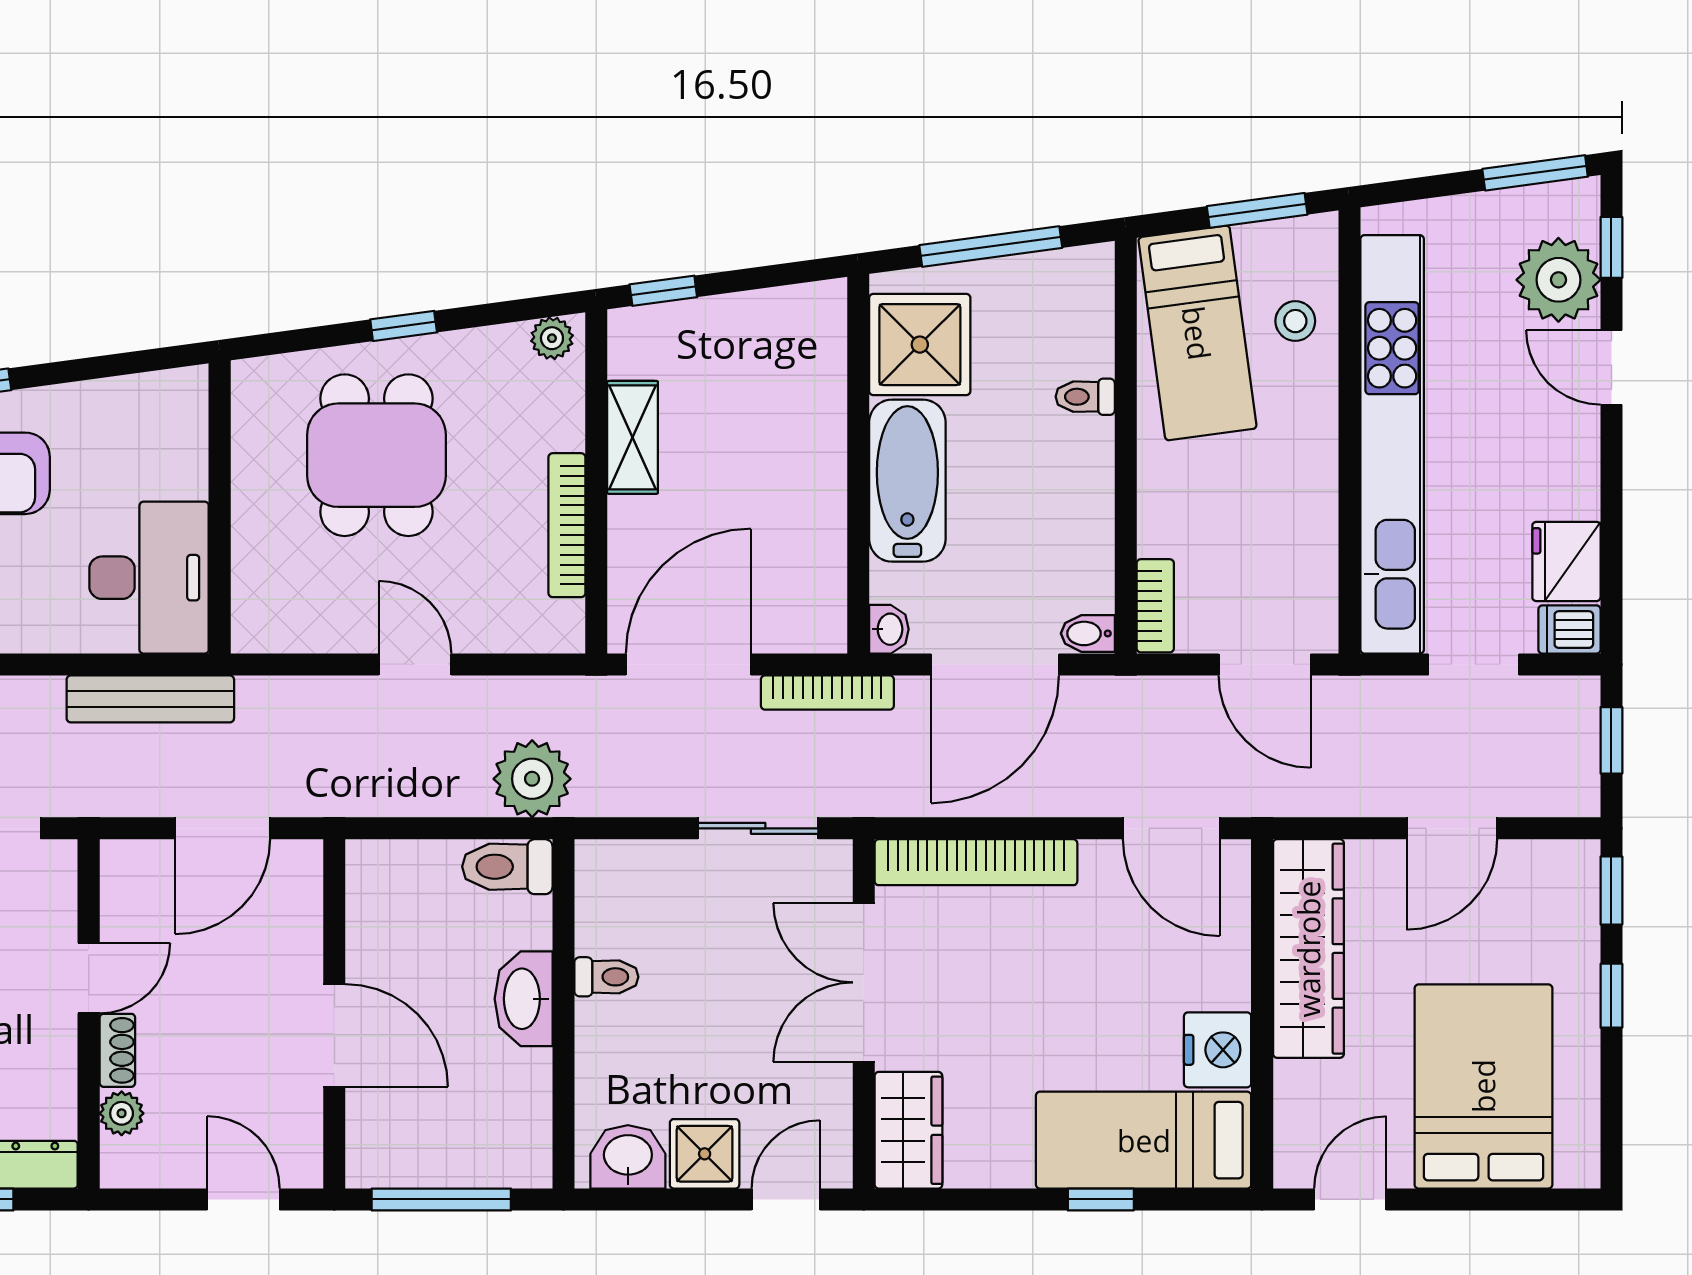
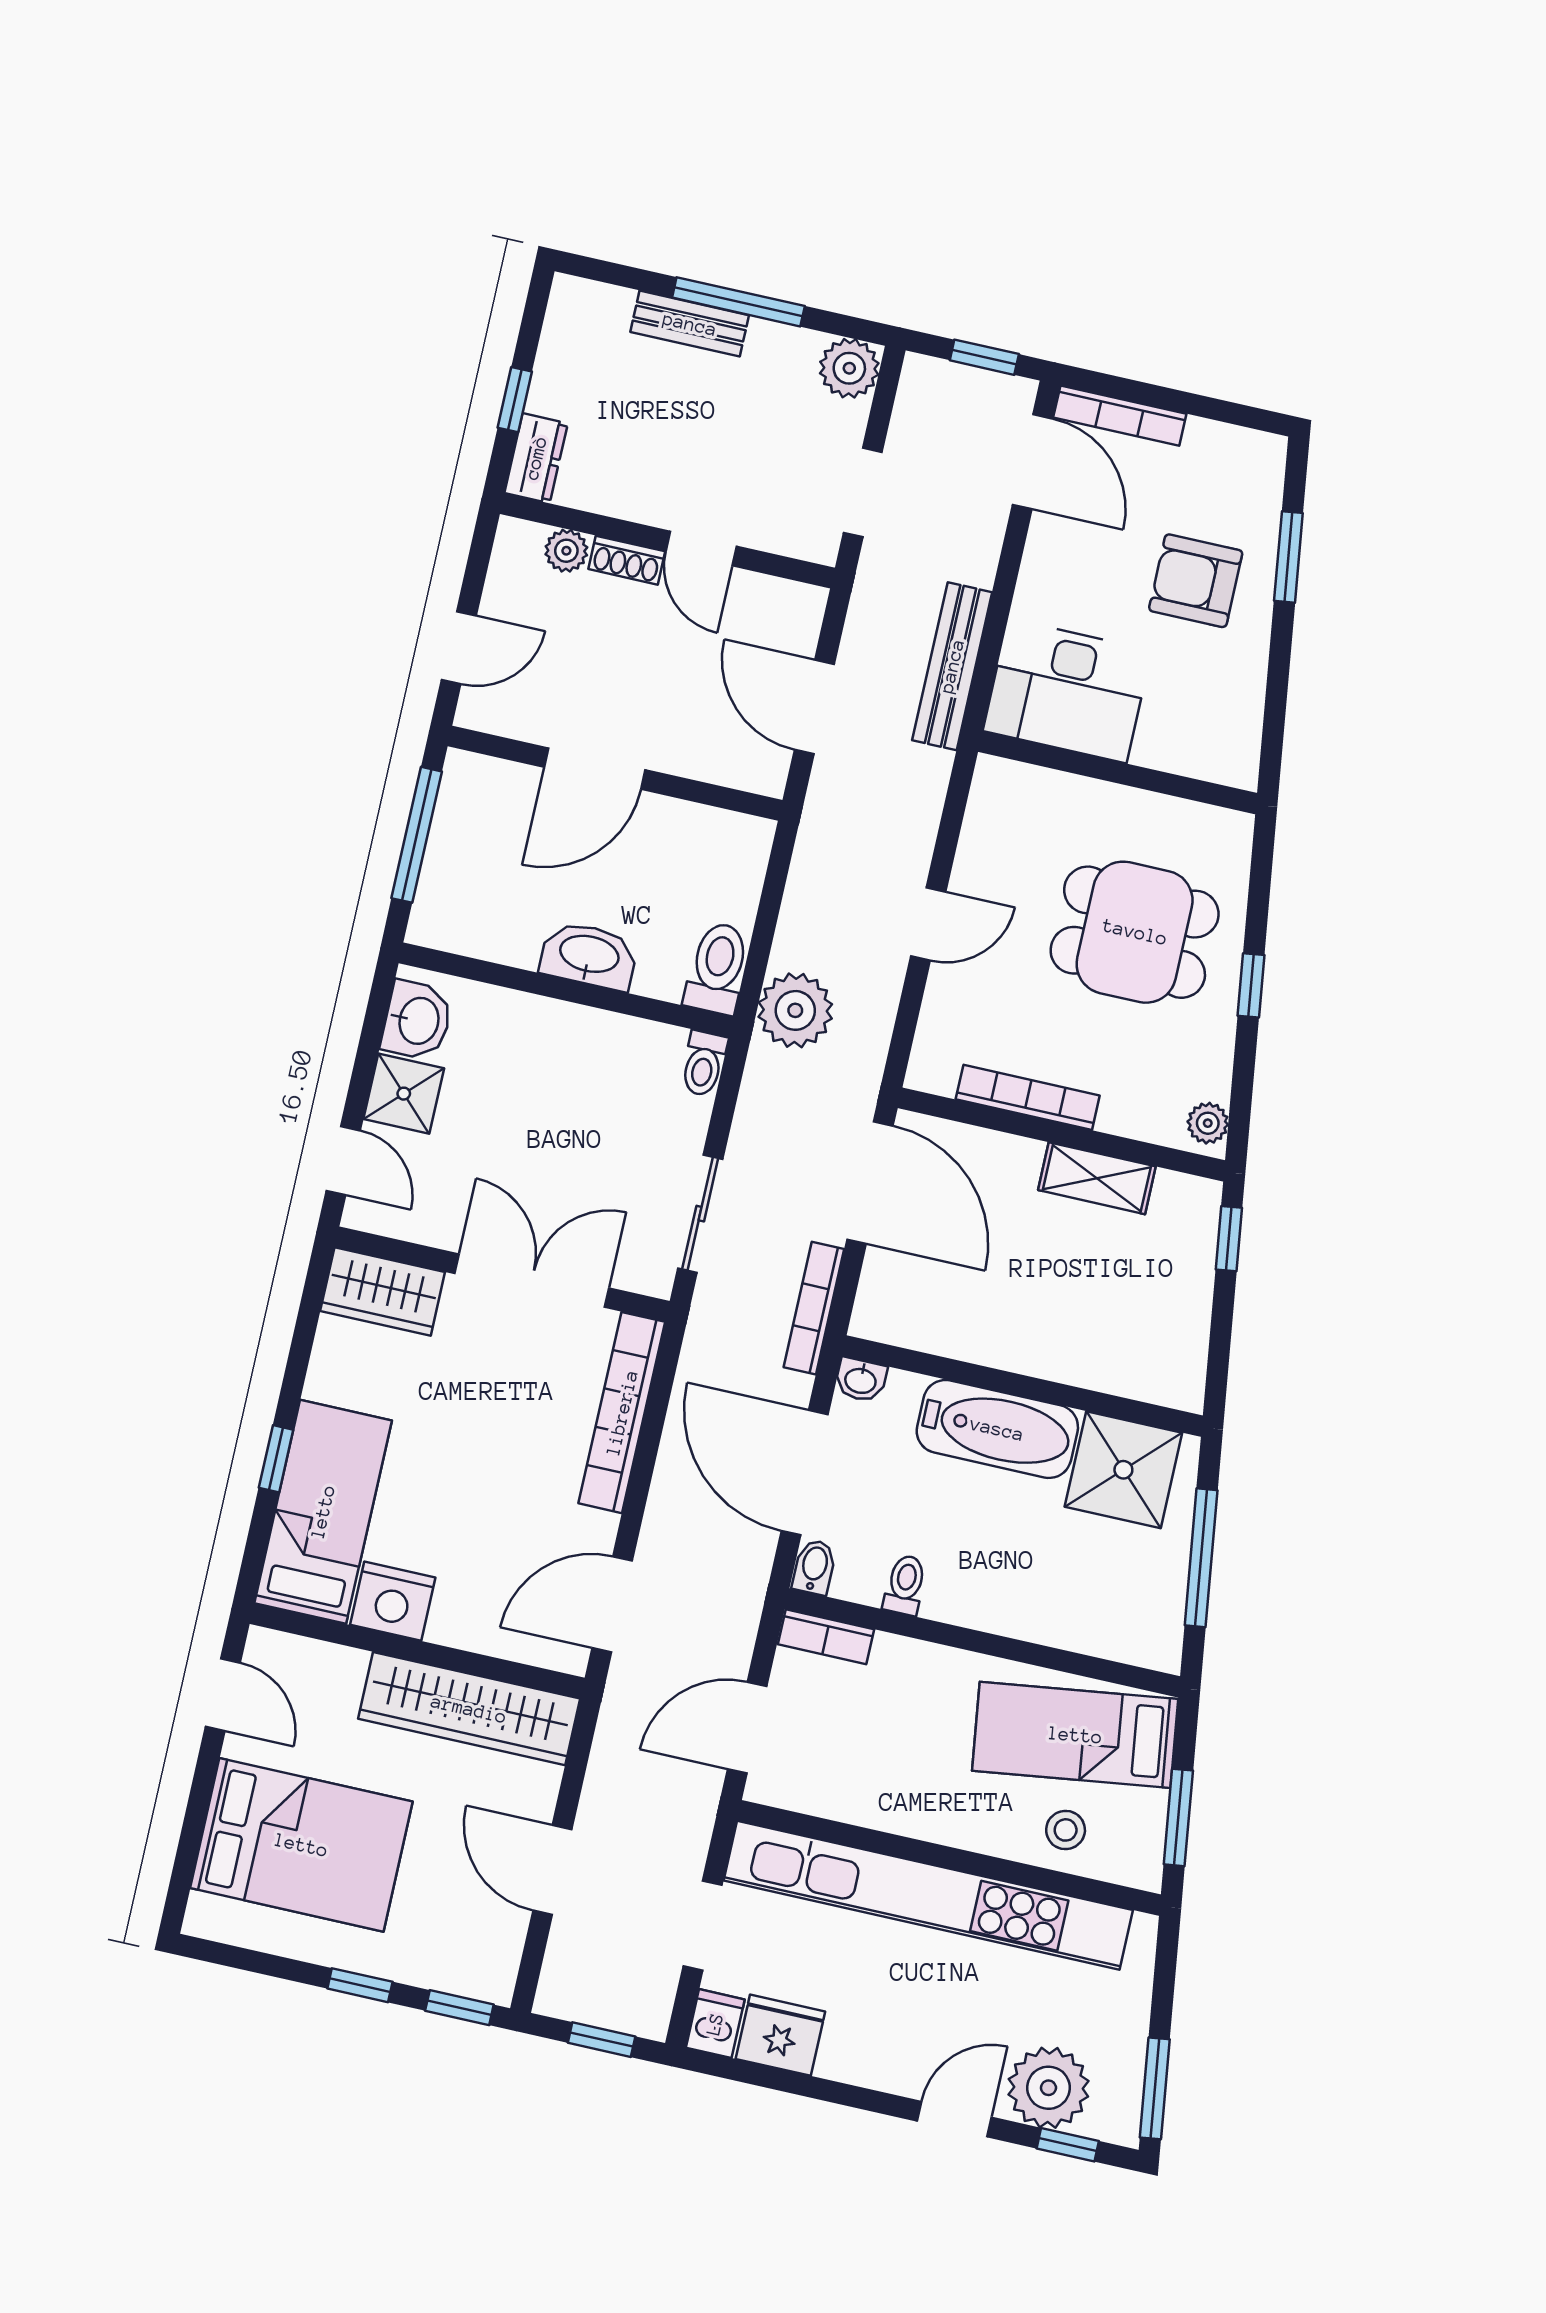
toilet: (1085, 397) -> (905, 1585), moved
toilet: (606, 977) -> (704, 1064), moved

